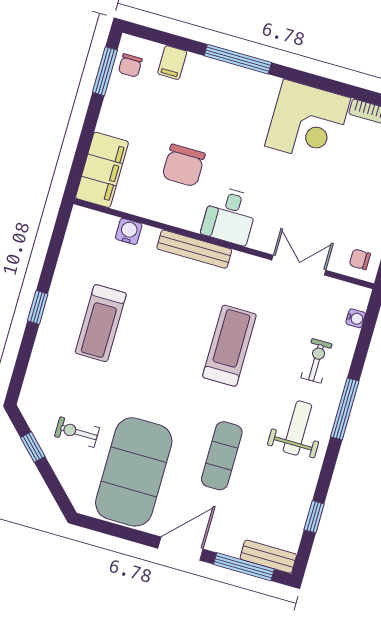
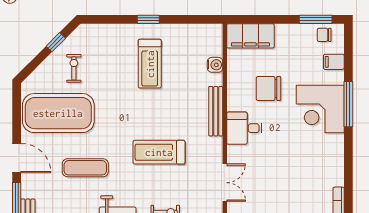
corner desk: (308, 122) -> (320, 109), moved
treadmill: (101, 323) -> (150, 64), turned -90
treadmill: (229, 346) -> (159, 152), turned 180

